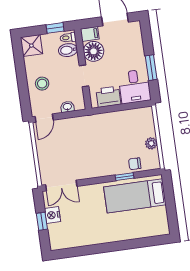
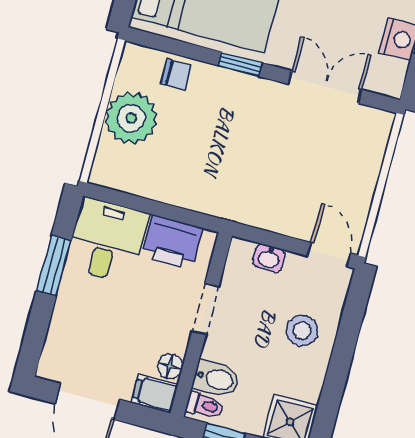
floor lamp: (94, 51) -> (170, 366), width x0.53, depth x0.53
door: (44, 118) -> (329, 255), hinge flipped
plant: (151, 143) -> (131, 118), width x1.88, depth x1.88
window: (125, 177) -> (240, 64), moved
double door: (61, 186) -> (325, 87), moved

